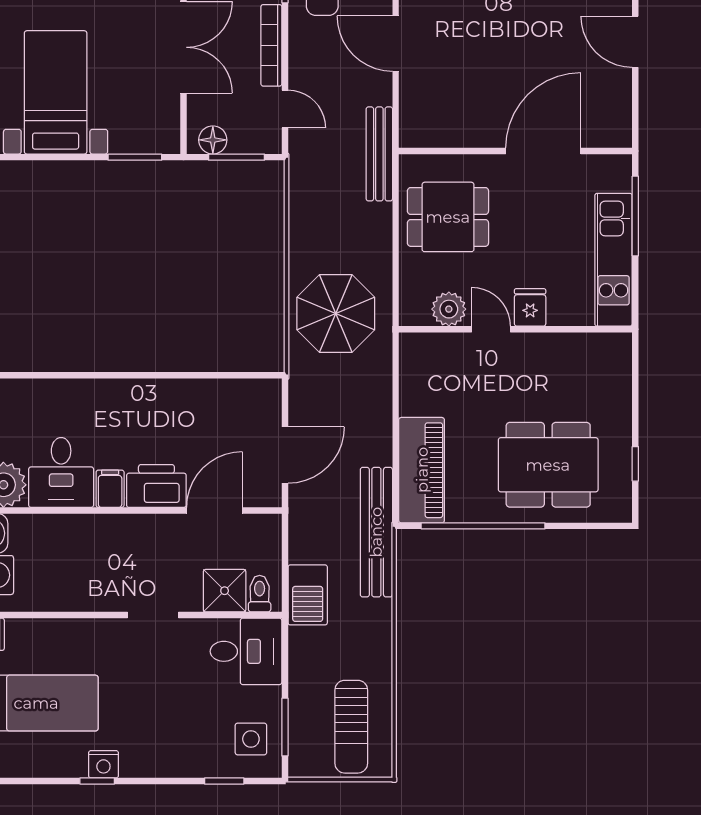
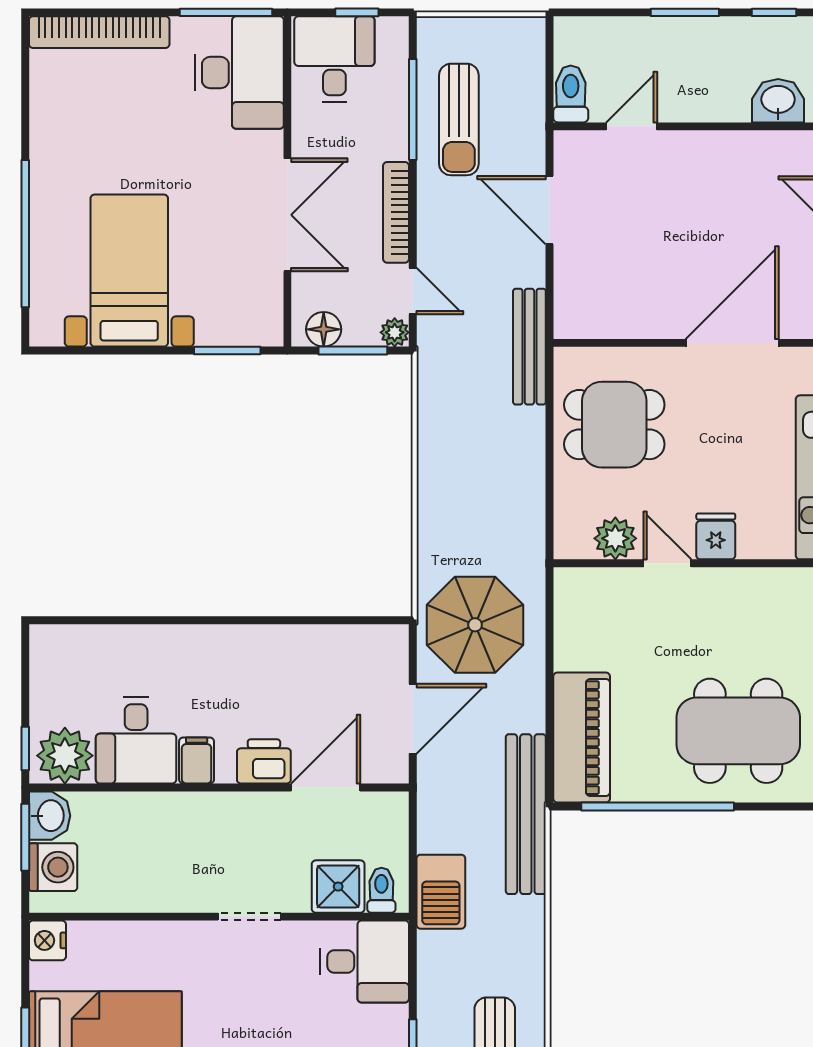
plant: (270, 142) -> (395, 332), added
parasol: (336, 314) -> (475, 625), moved
printer: (156, 486) -> (264, 761), width x0.73, depth x0.84

